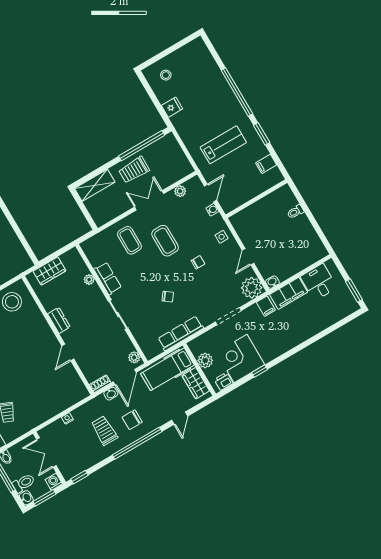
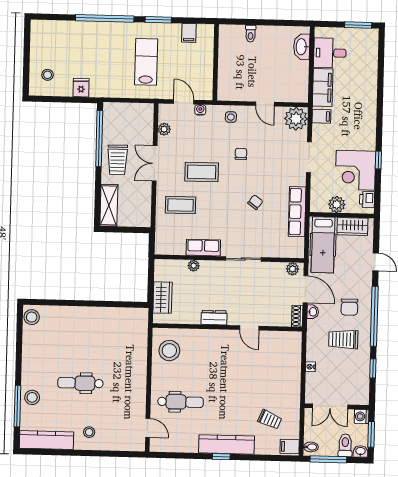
washbasin: (272, 282) -> (302, 47), moved, width x1.91, depth x1.45
window: (79, 477) -> (373, 368), moved

